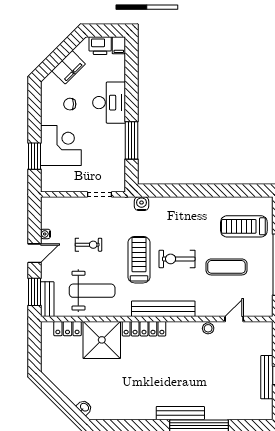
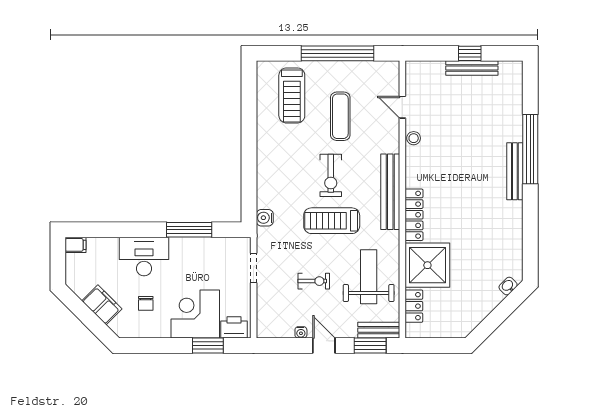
printer: (100, 46) -> (234, 327), moved, turned -90
exercise bike: (88, 245) -> (314, 281), turned 90

